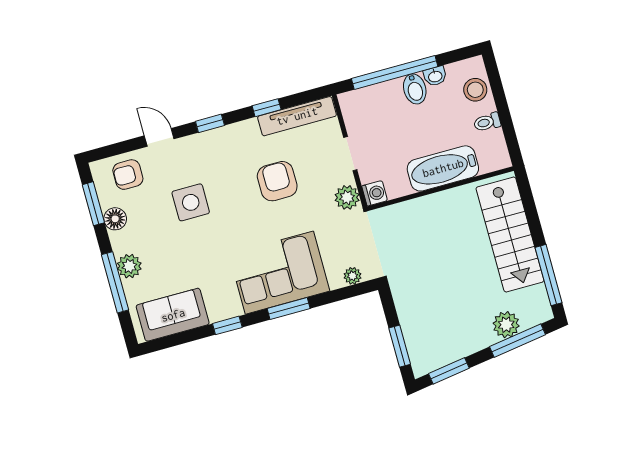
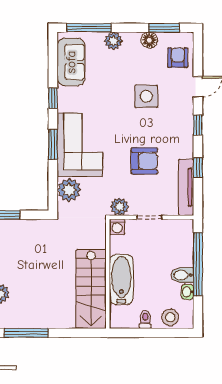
stairs: (510, 235) -> (91, 289), moved, turned -90
plant: (353, 276) -> (69, 190), width x1.87, depth x1.87
window: (115, 282) -> (89, 28), moved

